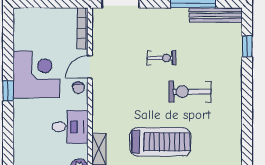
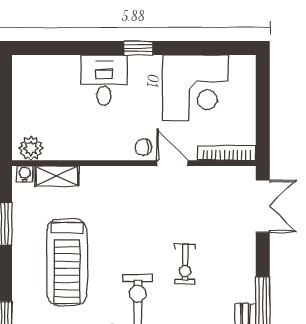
corner desk: (36, 74) -> (195, 88), moved
desk: (70, 127) -> (104, 80), moved, turned 180

